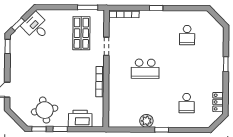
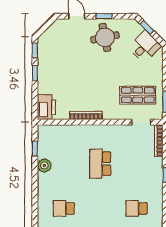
doorway: (106, 46) -> (141, 122), moved
window: (8, 47) -> (104, 16), moved
round table: (45, 110) -> (105, 37), moved
printer: (80, 119) -> (46, 107), moved
window: (162, 130) -> (35, 149), moved

